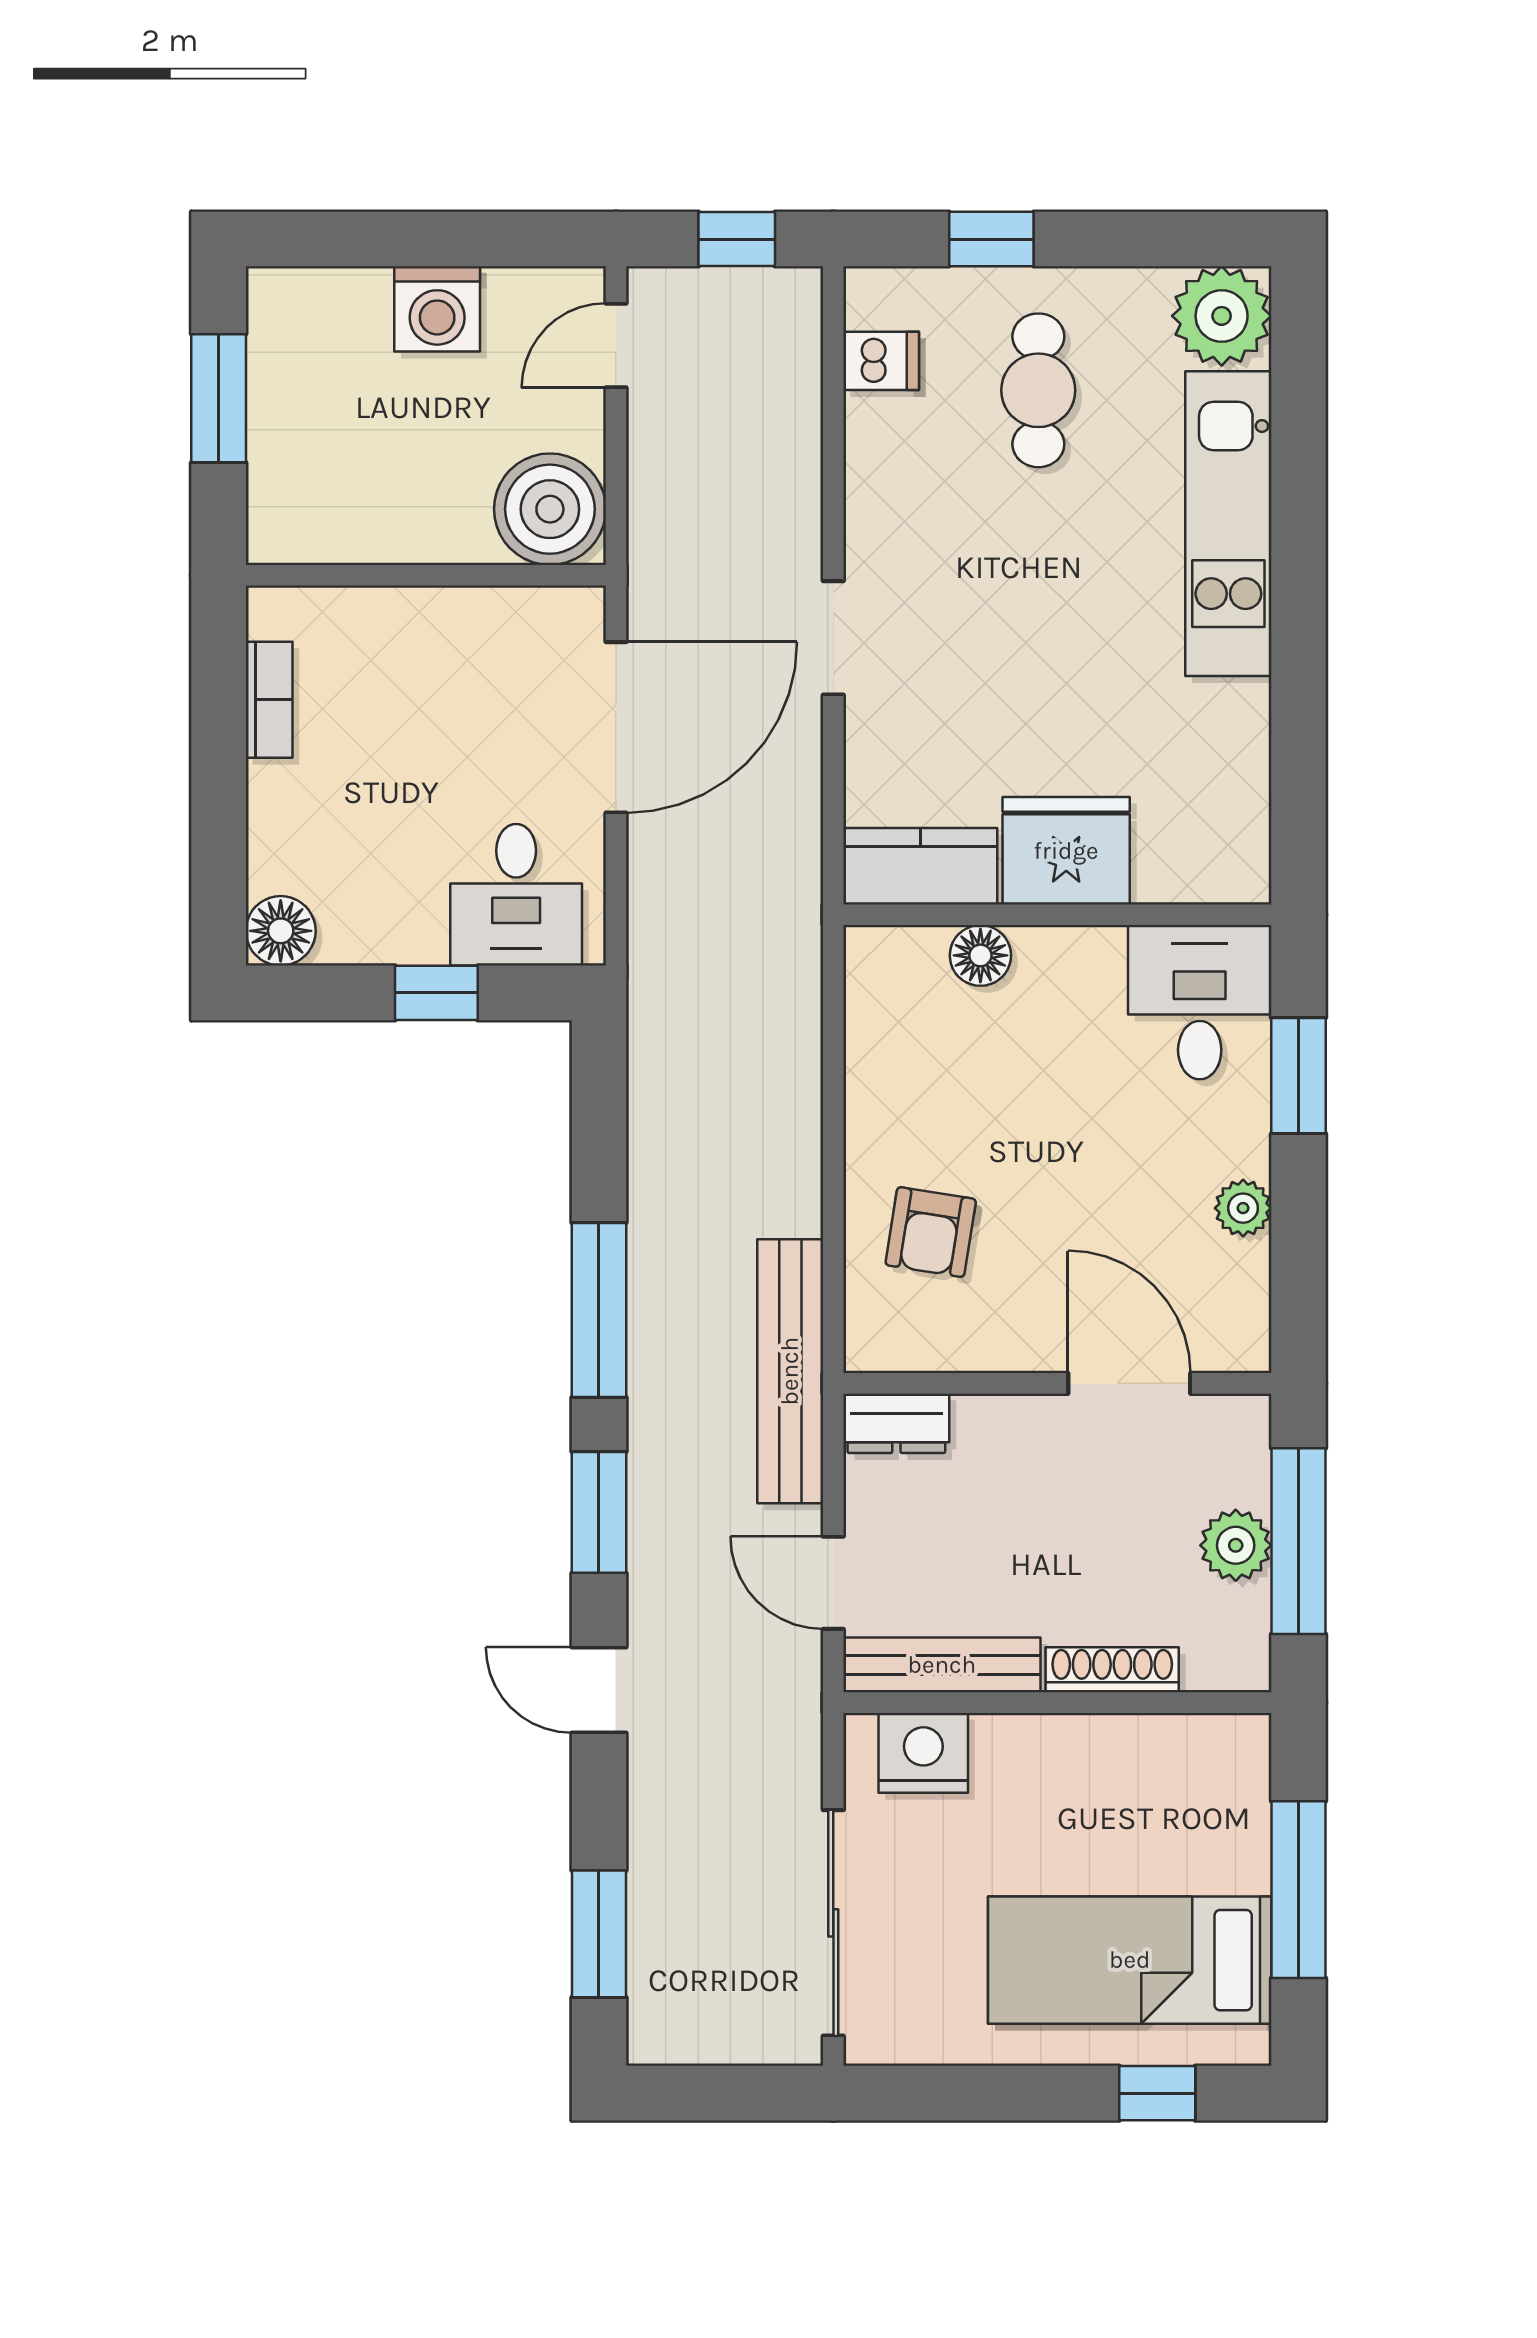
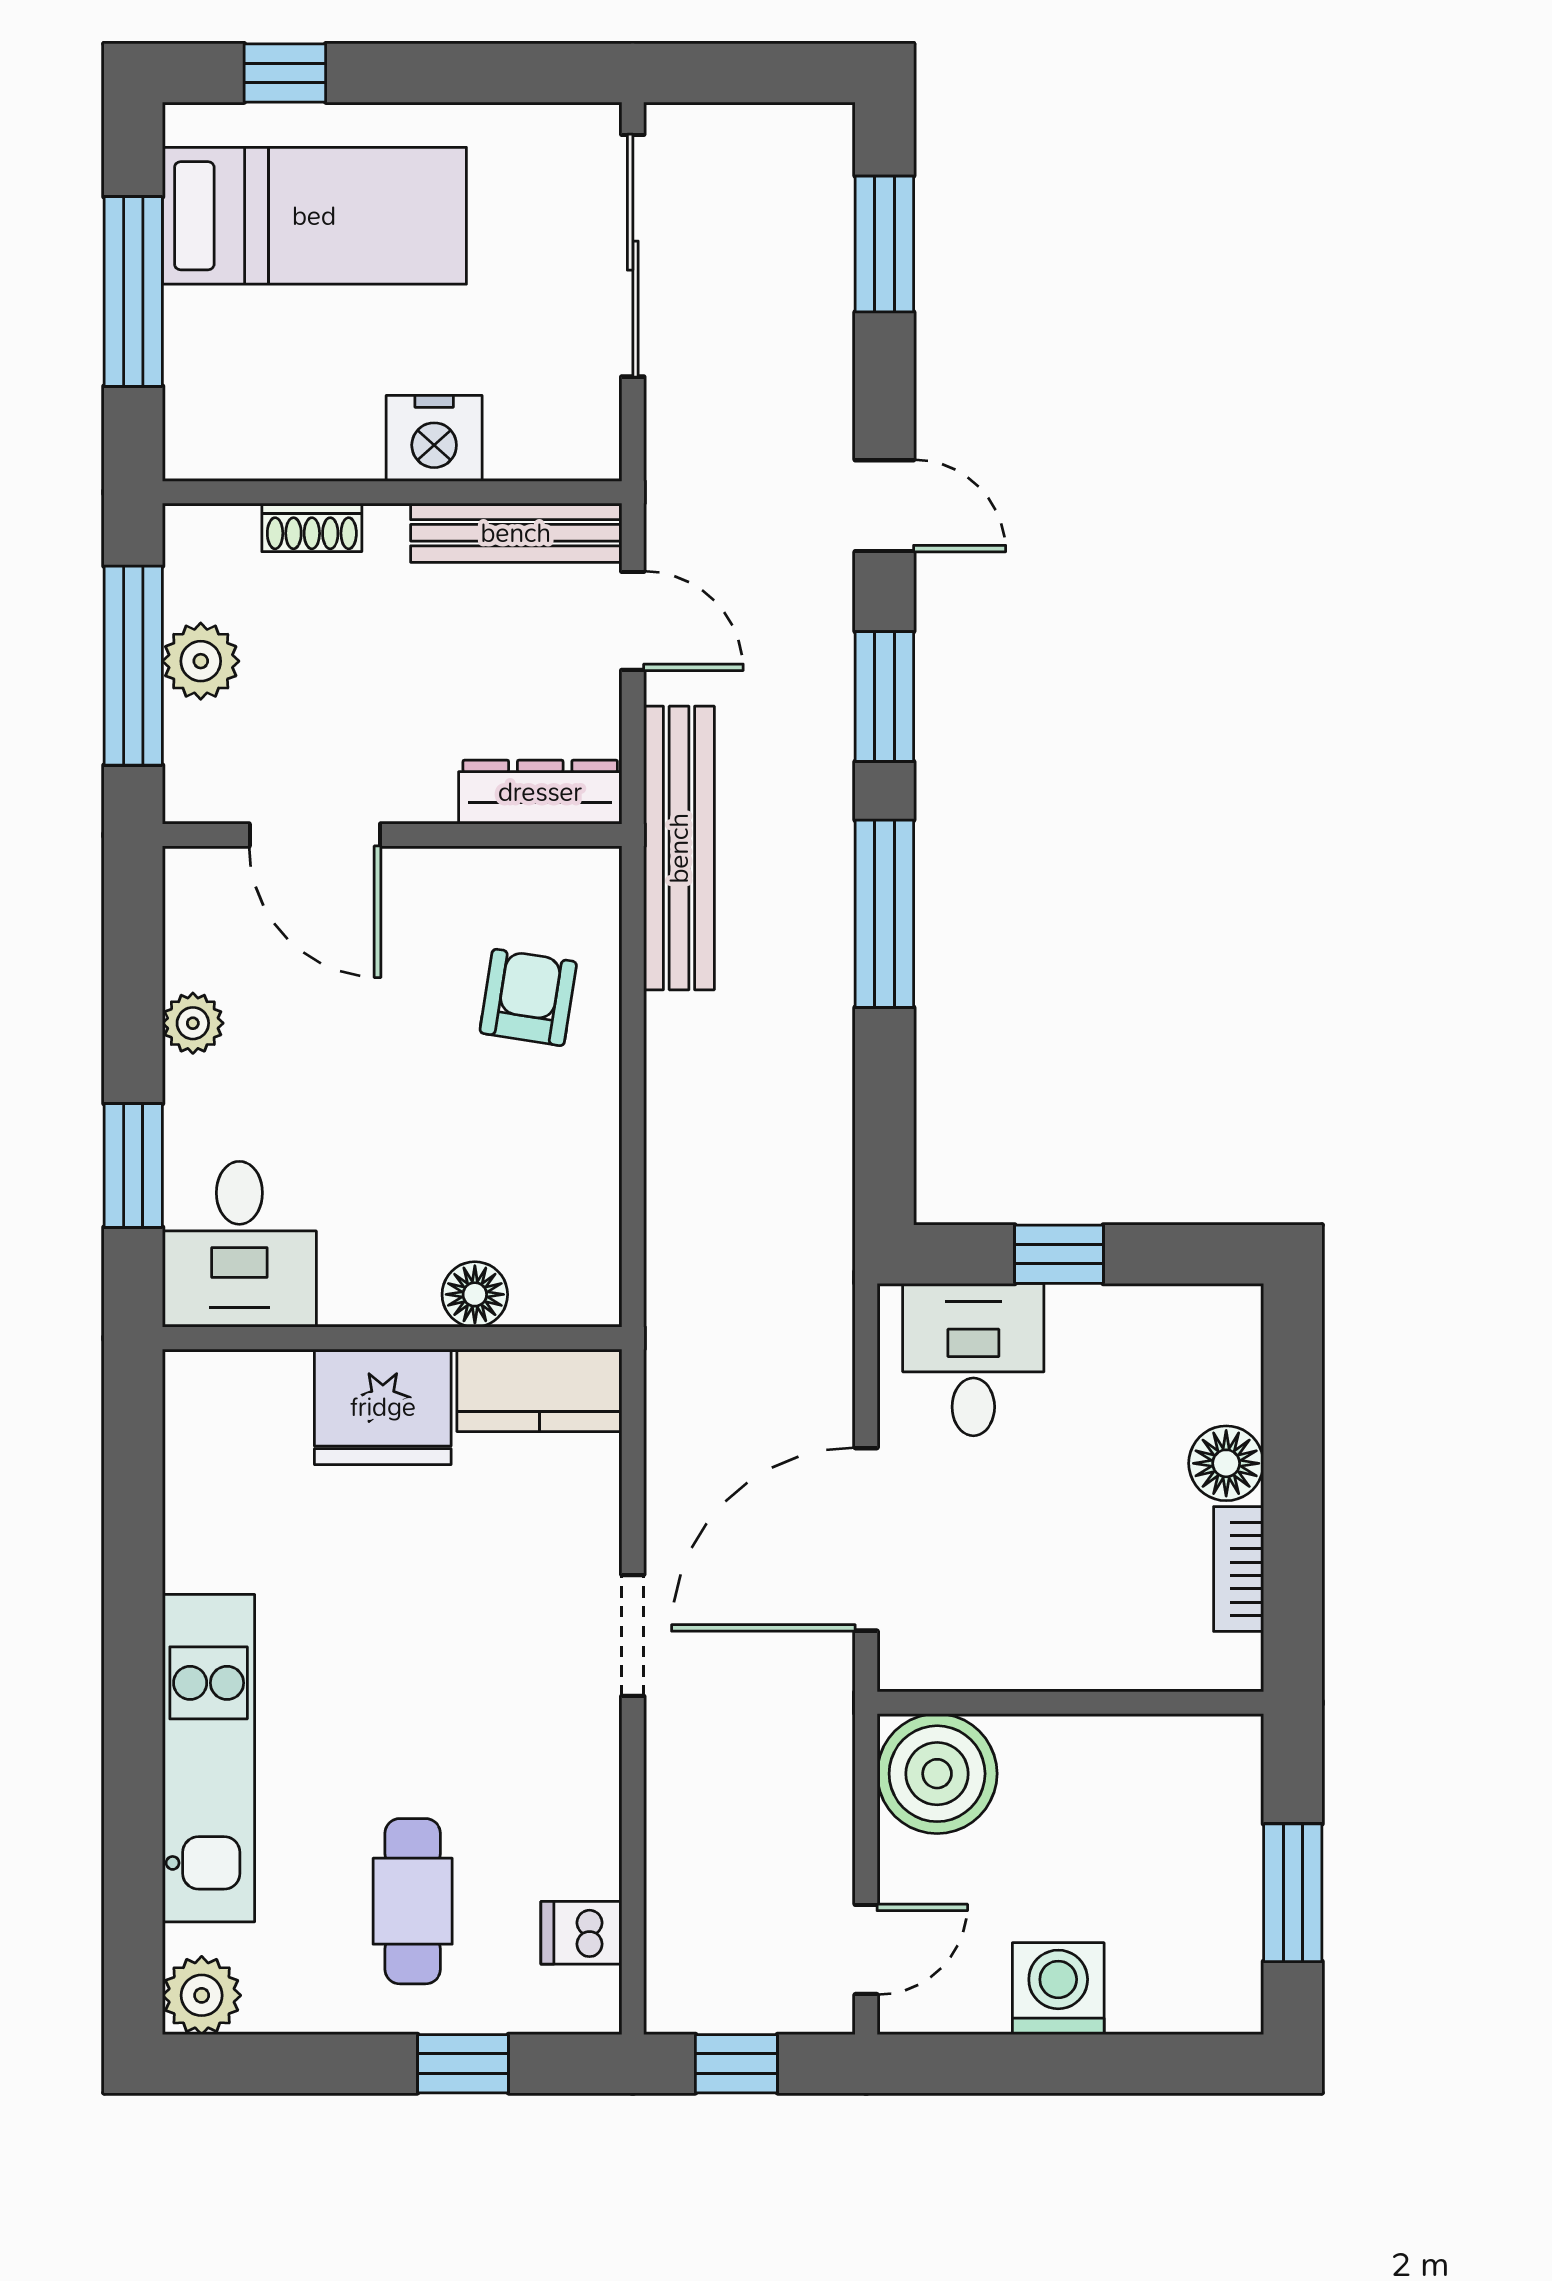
plant: (1222, 316) -> (202, 1995), width x0.73, depth x0.73
floor lamp: (281, 931) -> (1226, 1463), moved
dresser: (896, 1423) -> (540, 792), width x1.44
shoe rack: (1112, 1670) -> (312, 527), width x0.70
nightstand: (923, 1753) -> (434, 438), moved

